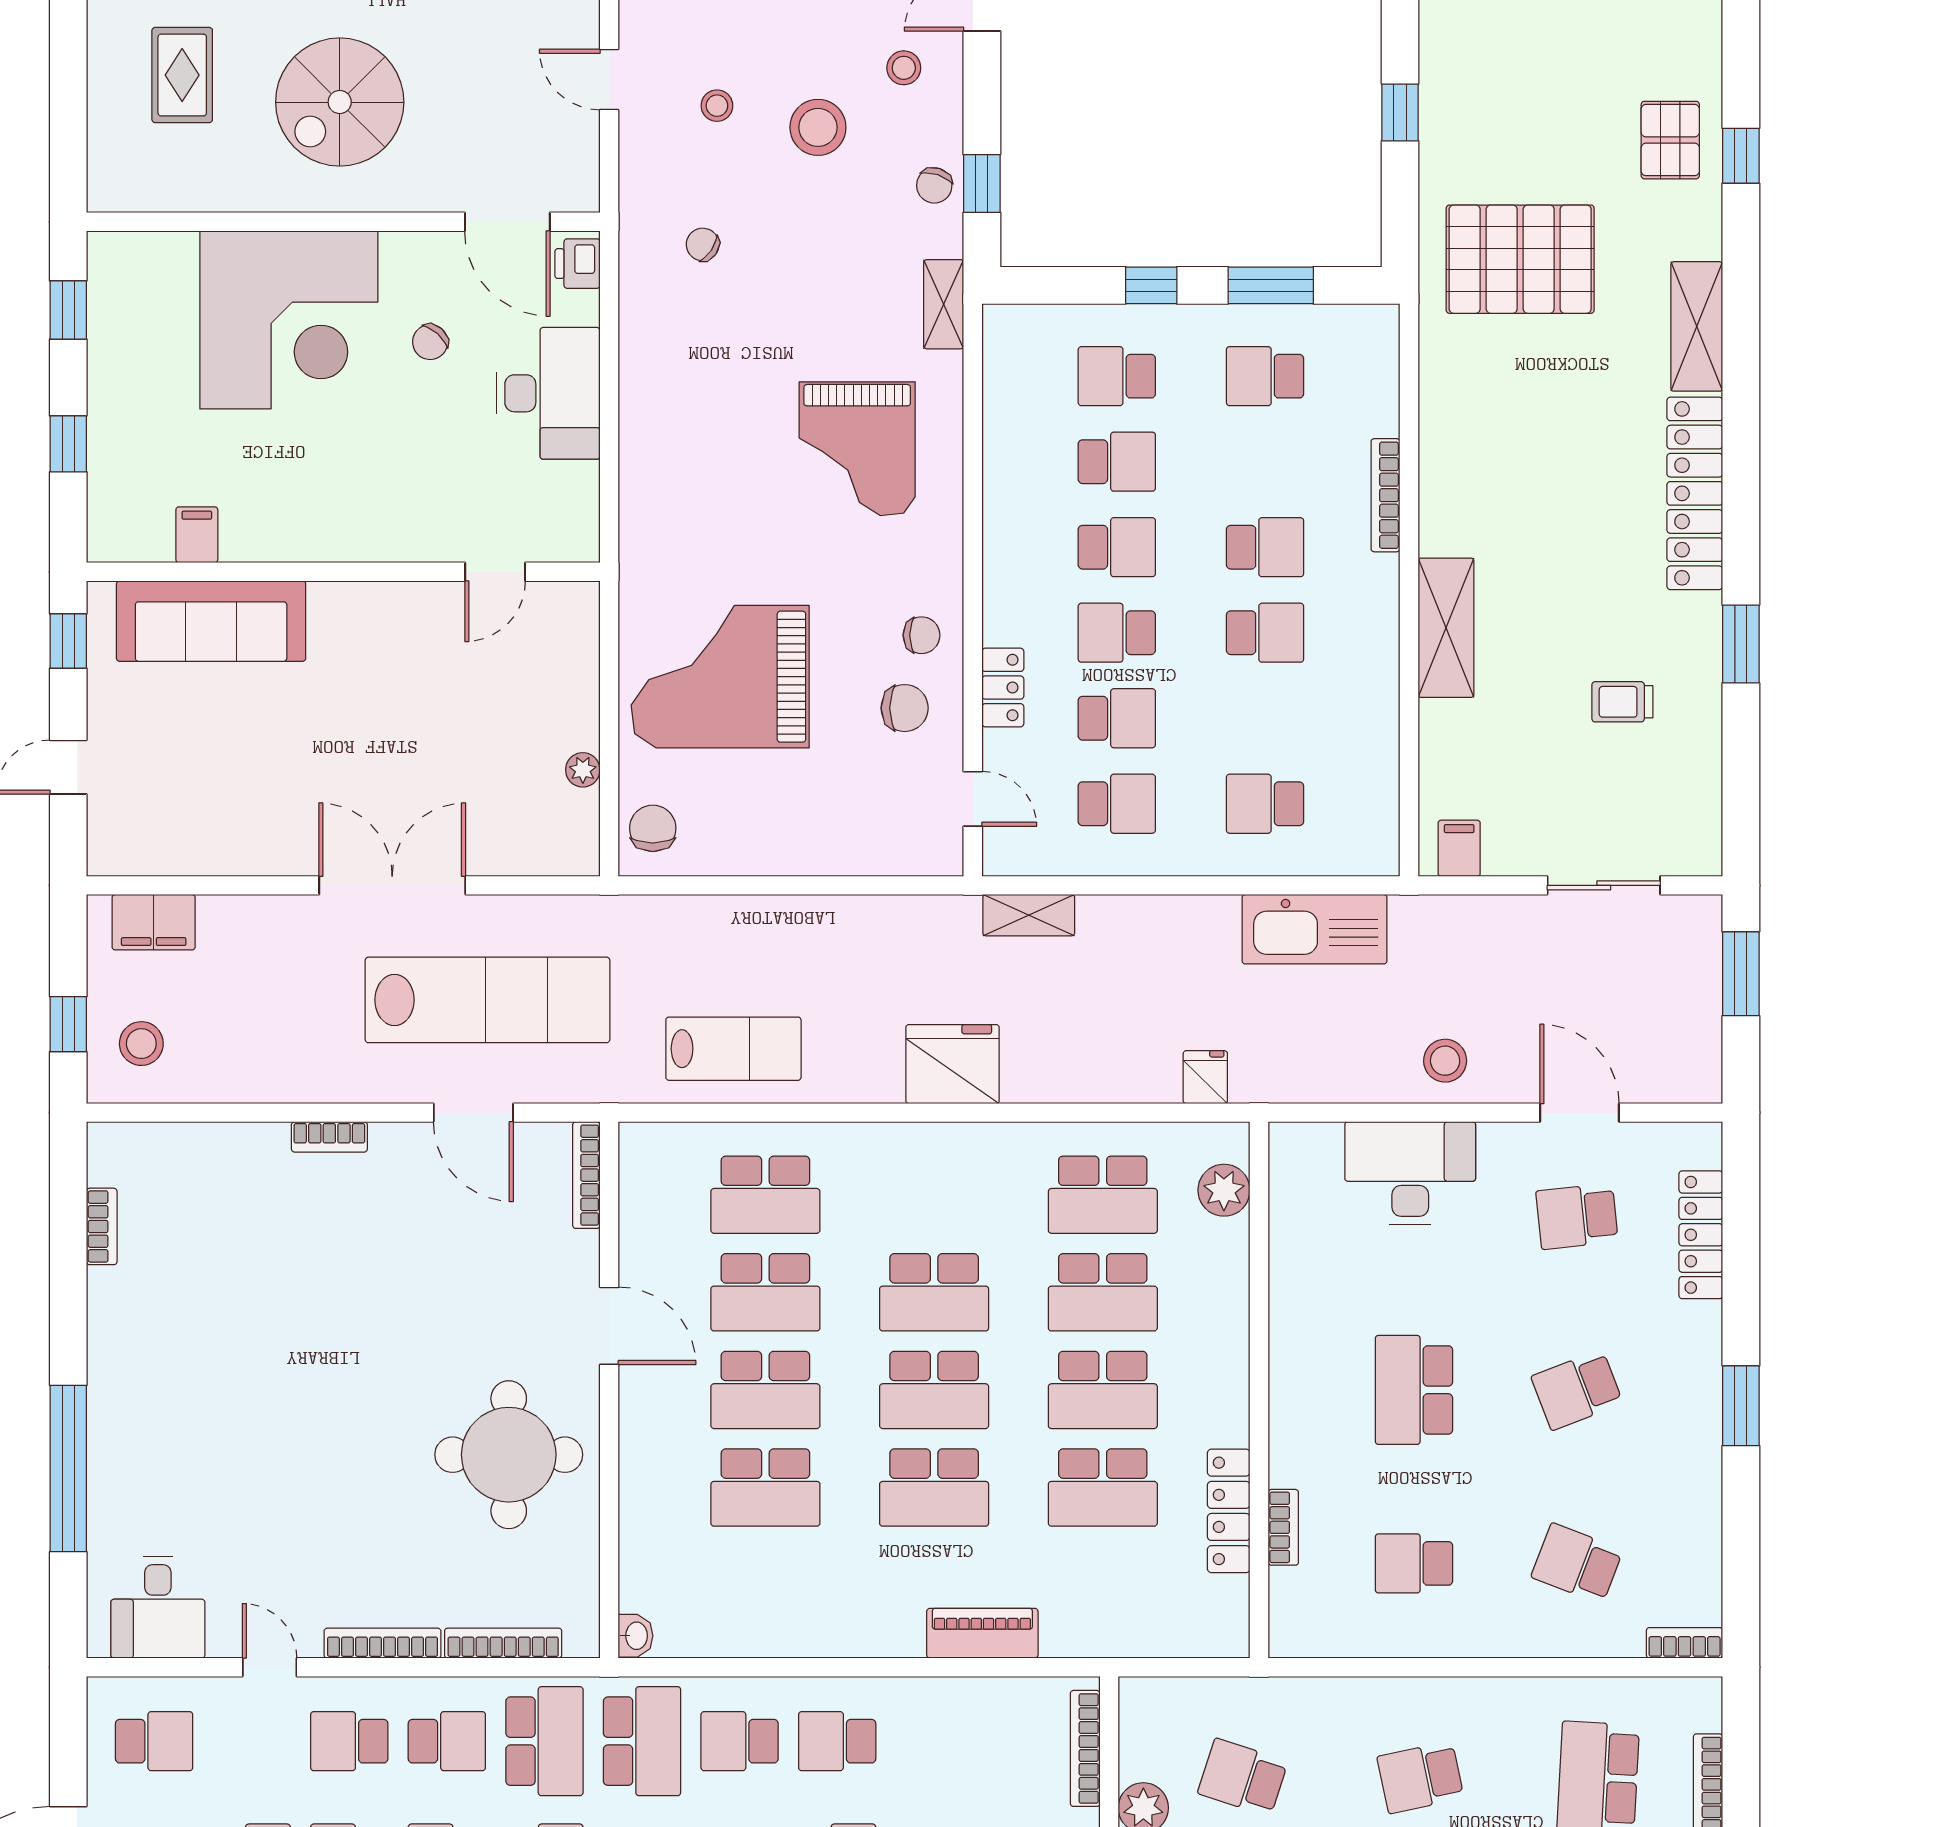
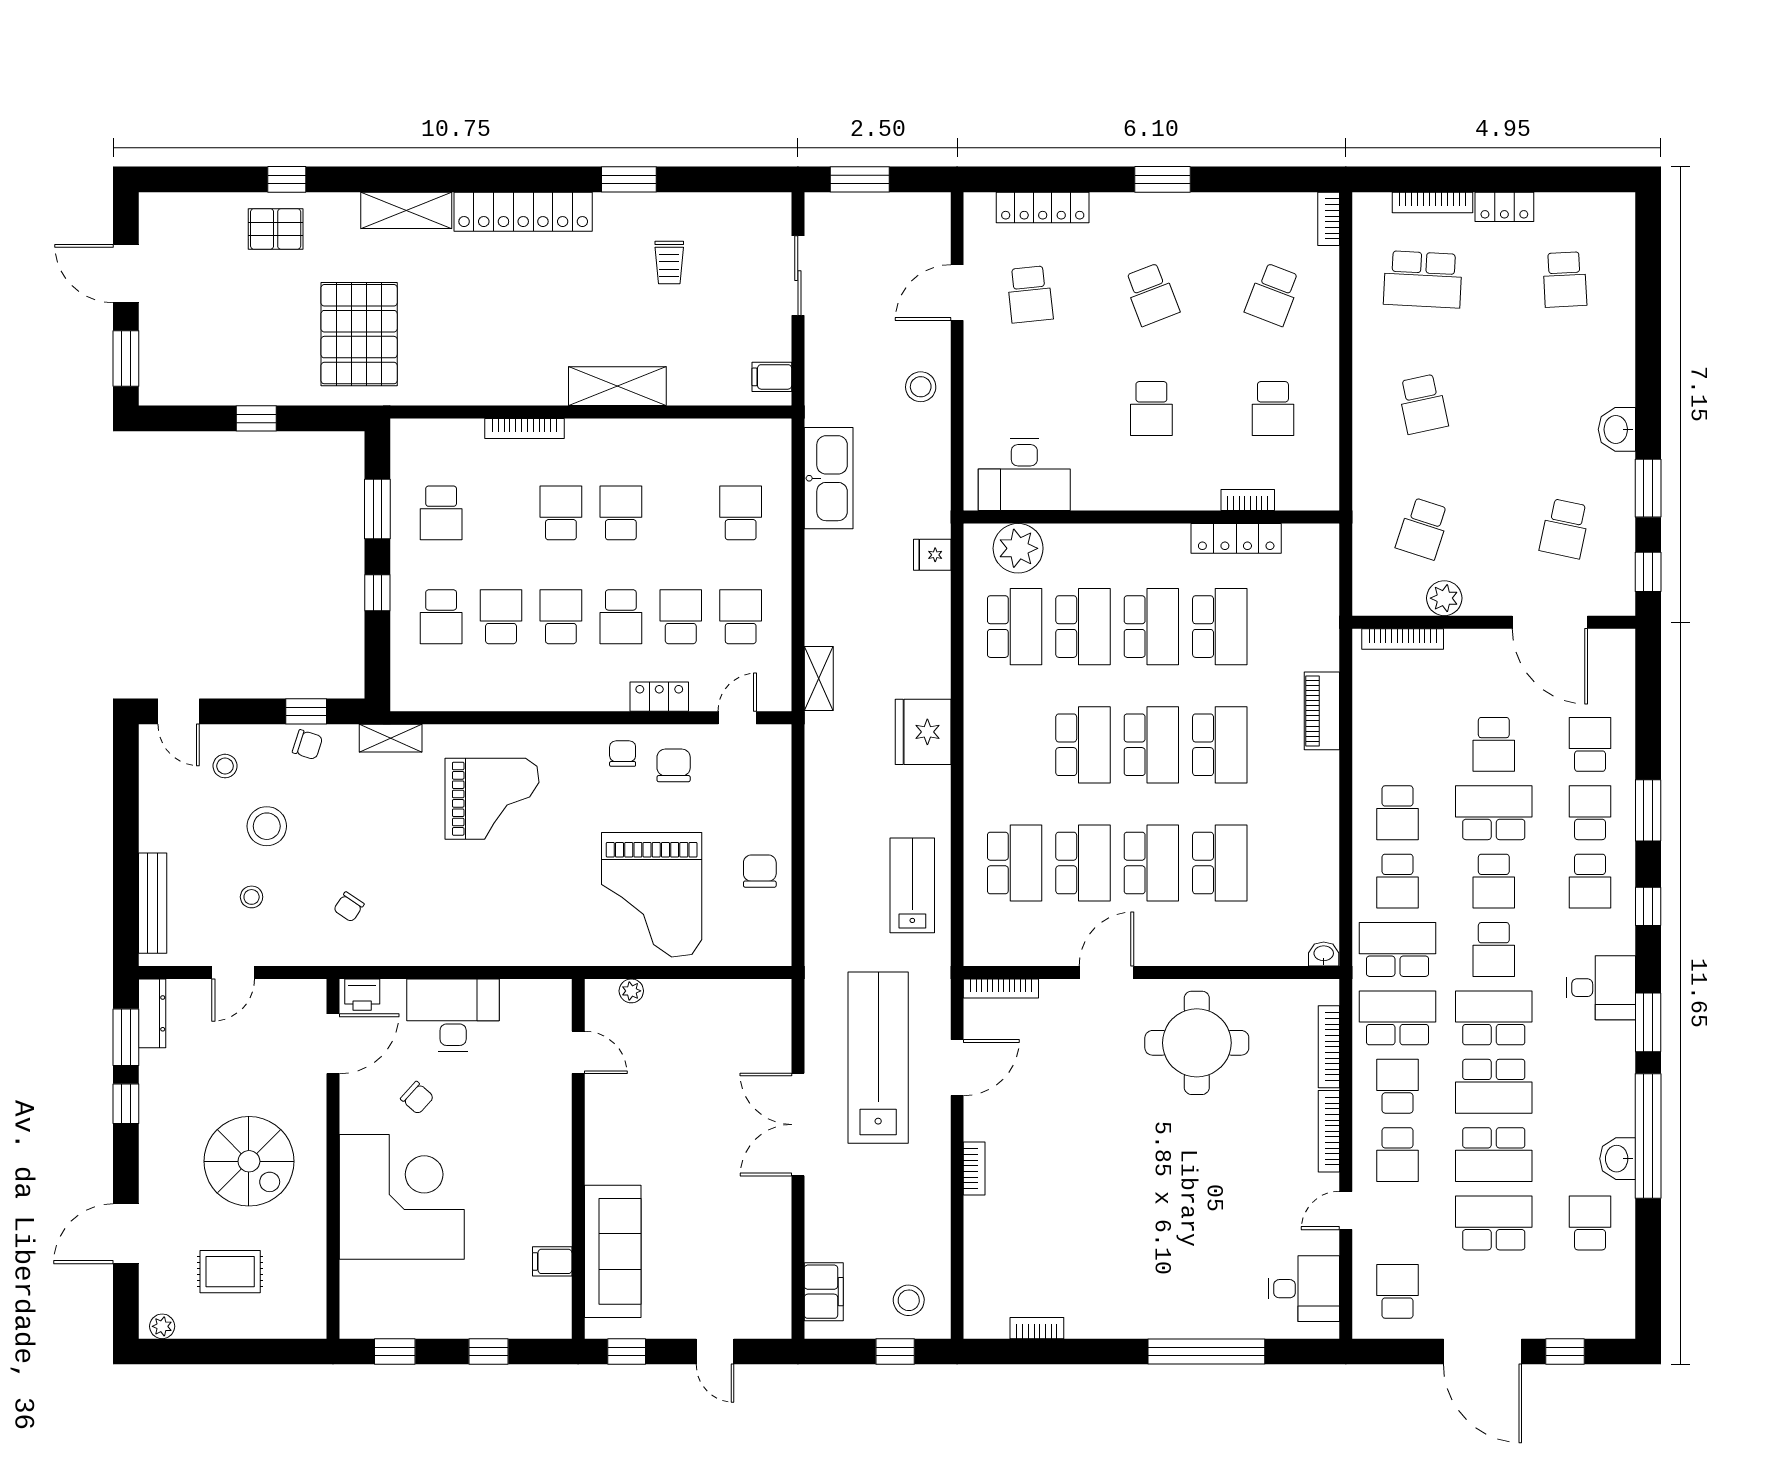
plant: (583, 770) -> (631, 991), moved
school desk: (1265, 804) -> (741, 513), turned 180
chair: (653, 828) -> (760, 871), moved, turned 90
desk: (1410, 1173) -> (1024, 475), moved, turned -90
plant: (1224, 1190) -> (1018, 548), width x1.36, depth x1.36
school desk: (1414, 1390) -> (1151, 409), width x0.54

